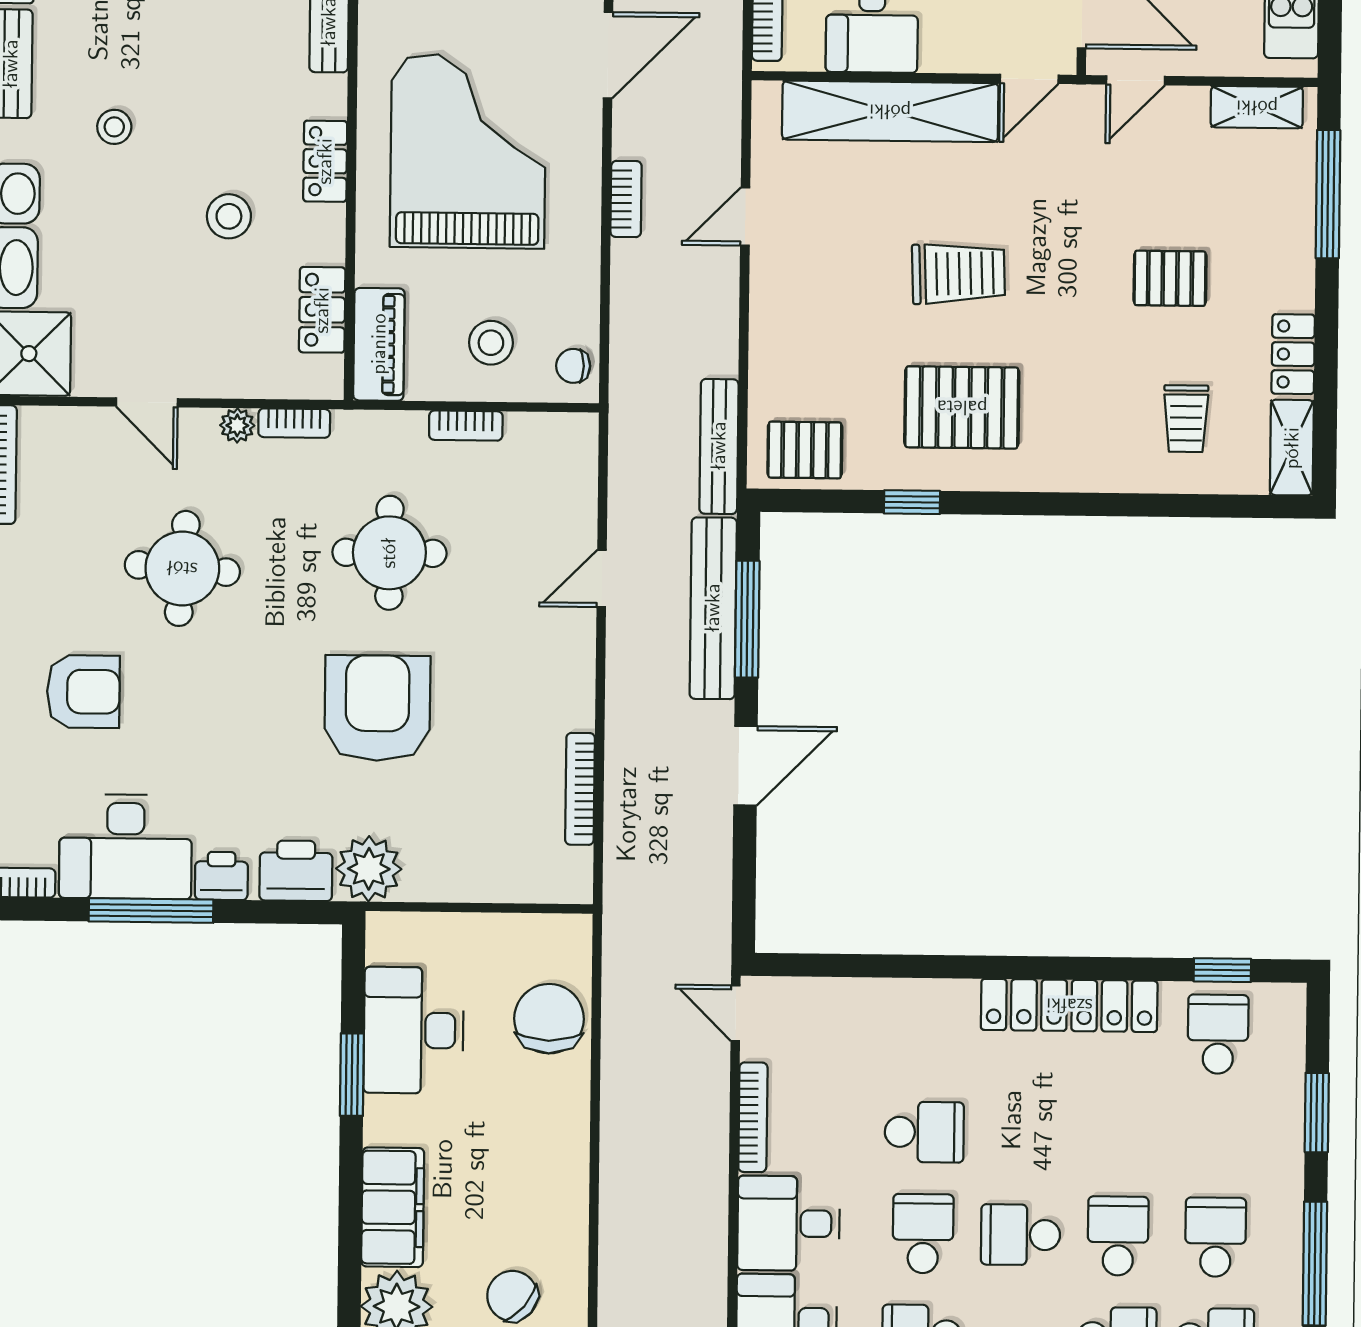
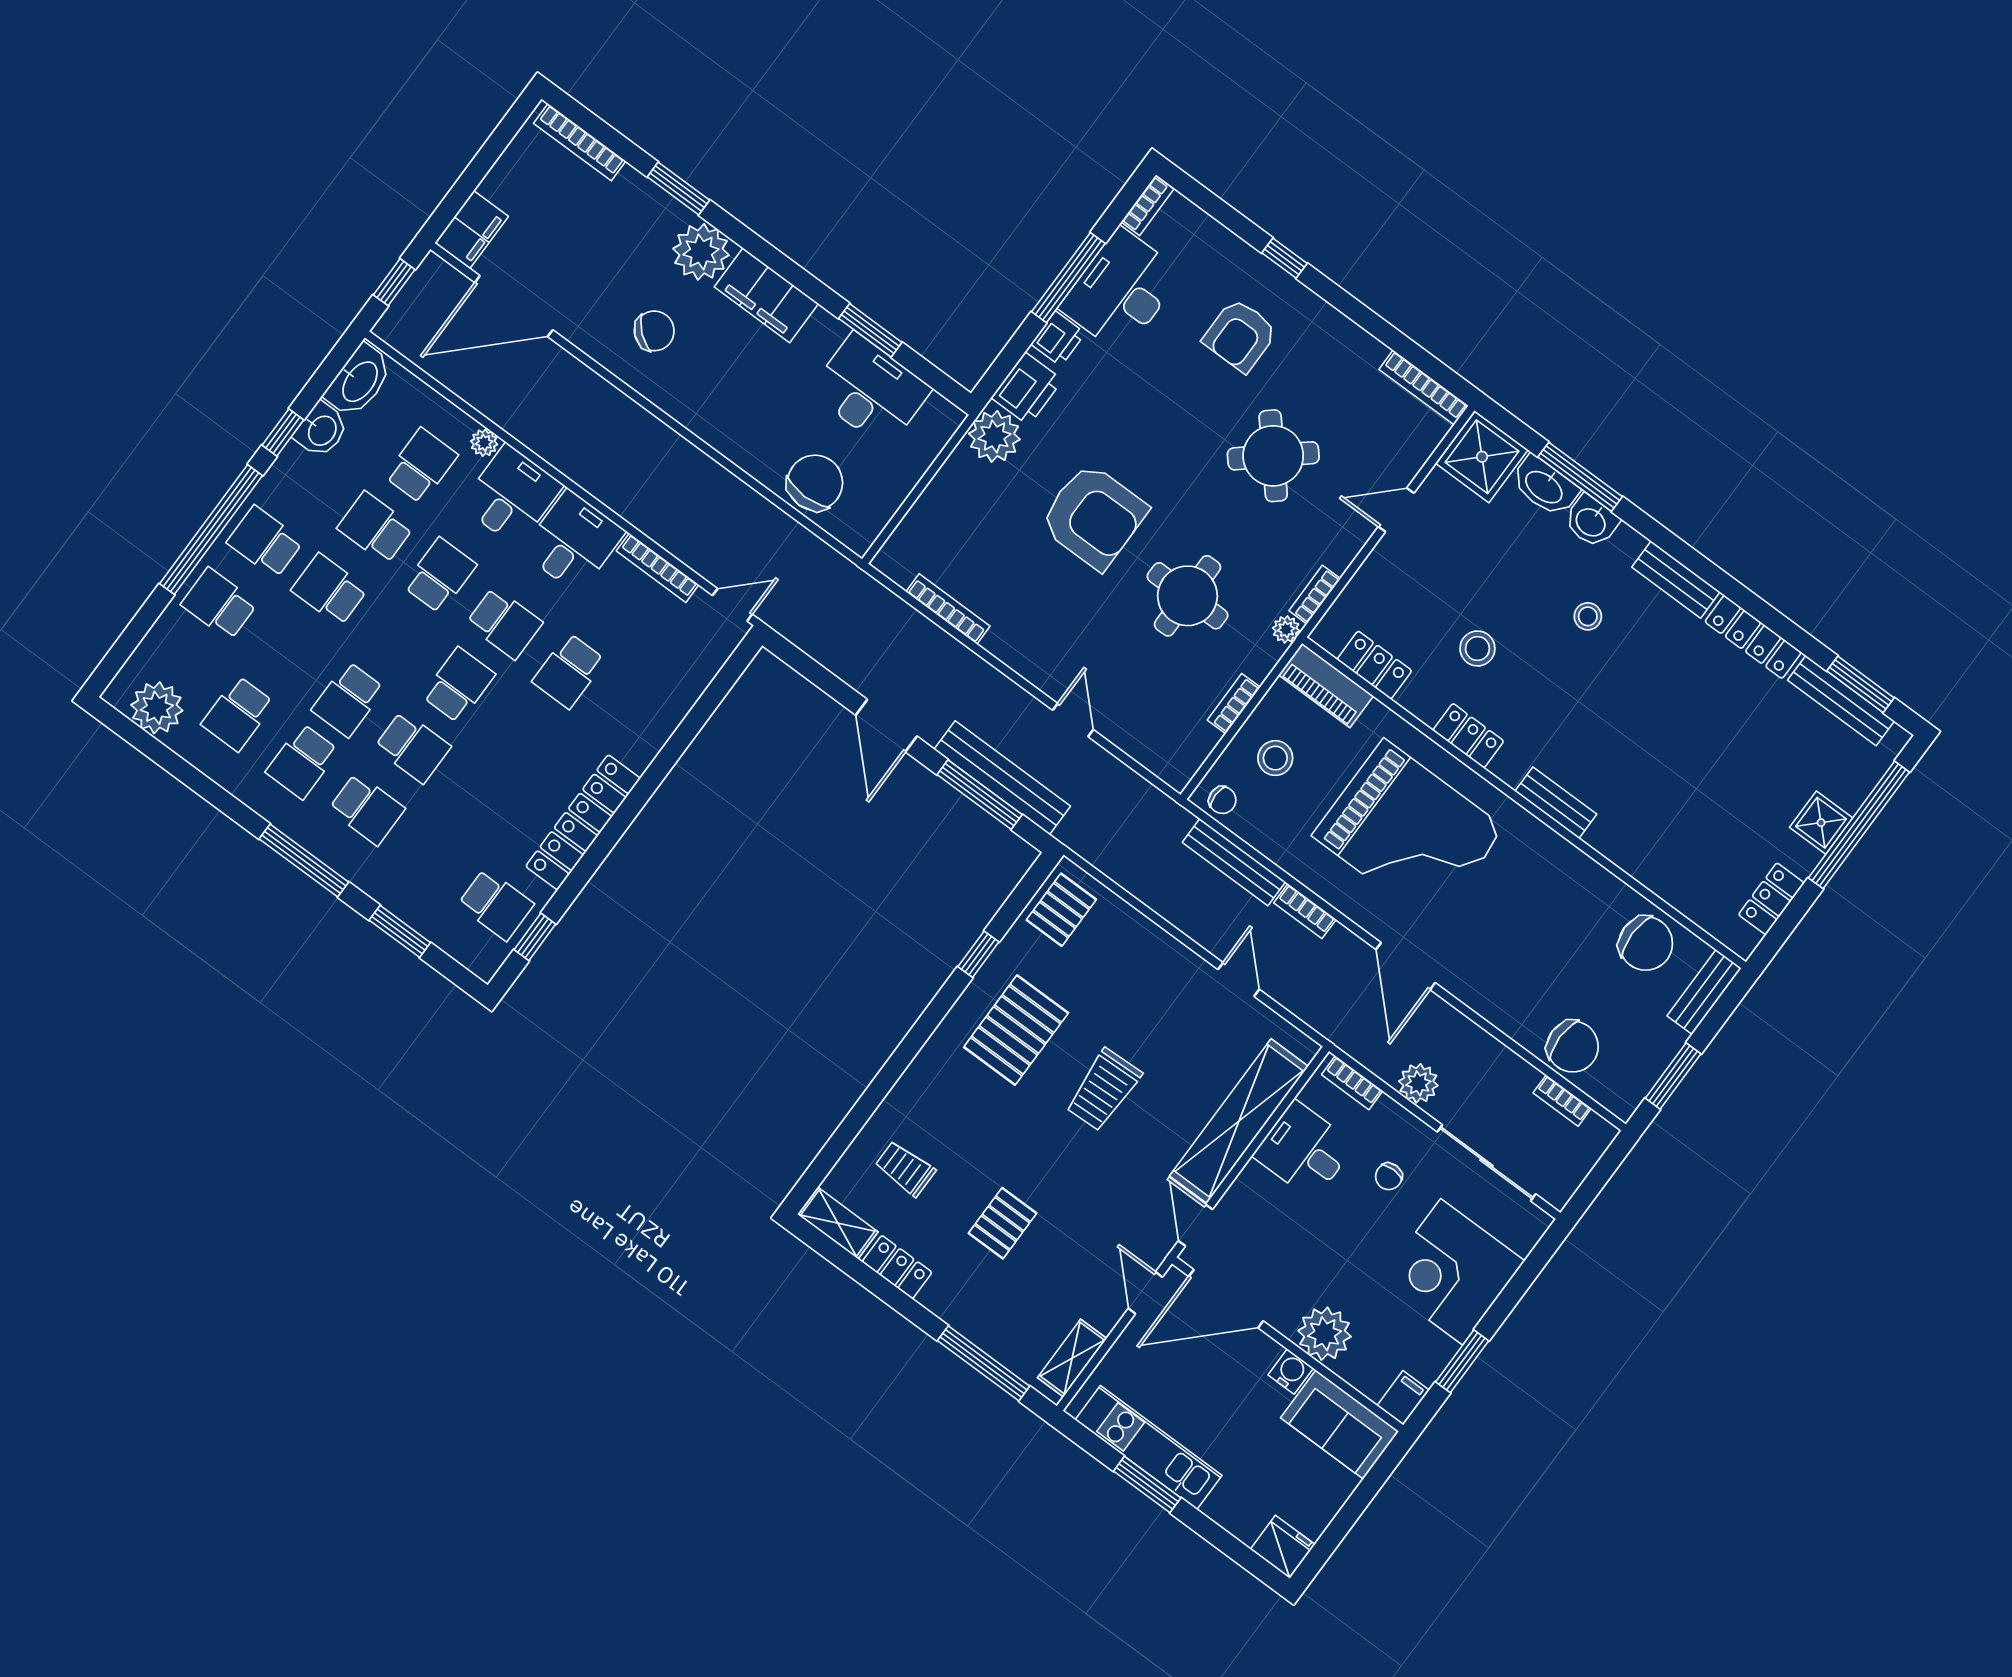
chair: (573, 366) -> (1222, 800), turned 90
plant: (237, 425) -> (1286, 629), moved
bench: (719, 446) -> (1234, 862), moved
round table: (182, 568) -> (1273, 456), turned 45
chair: (549, 1019) -> (815, 483), turned -90

